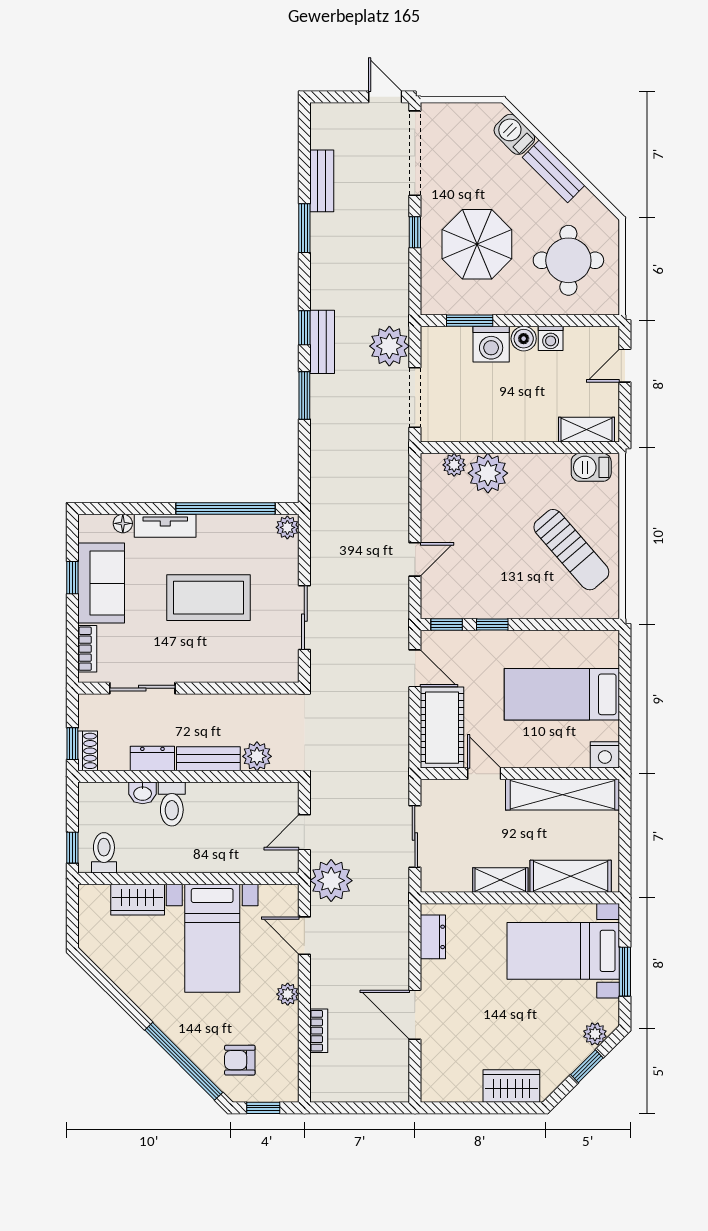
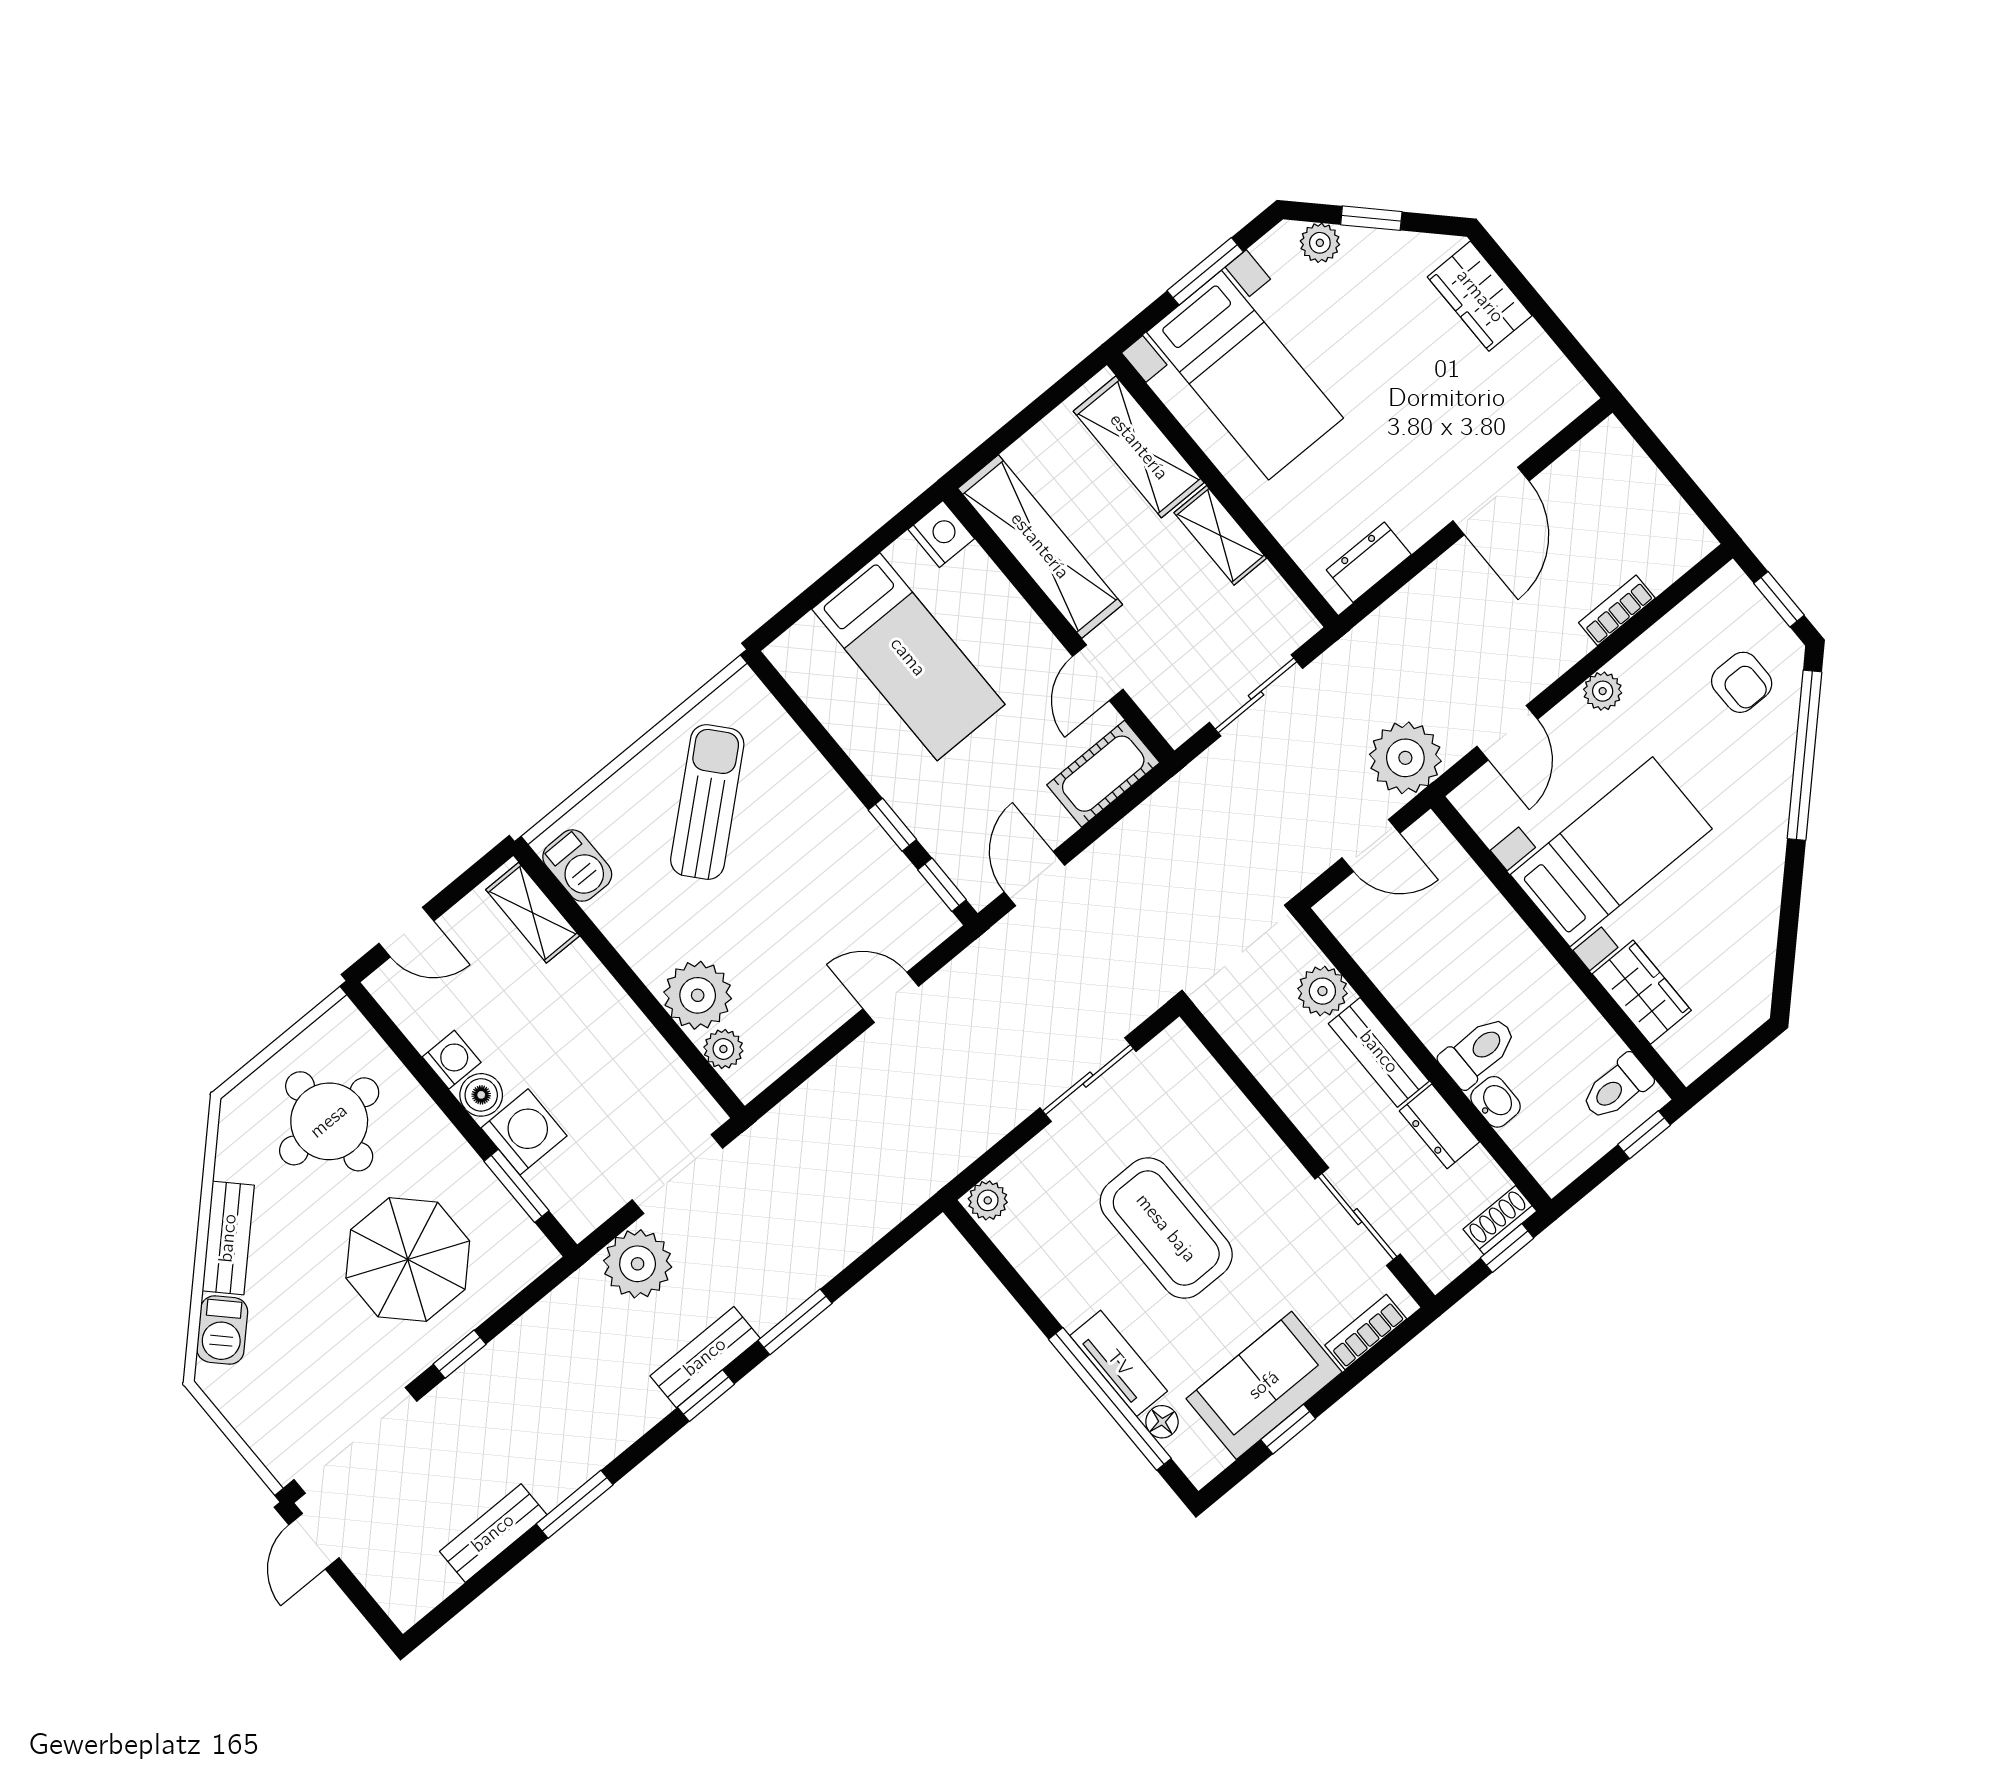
window: (226, 508) -> (1110, 1399), moved
cot: (442, 728) -> (1103, 774), width x0.73, depth x0.75

